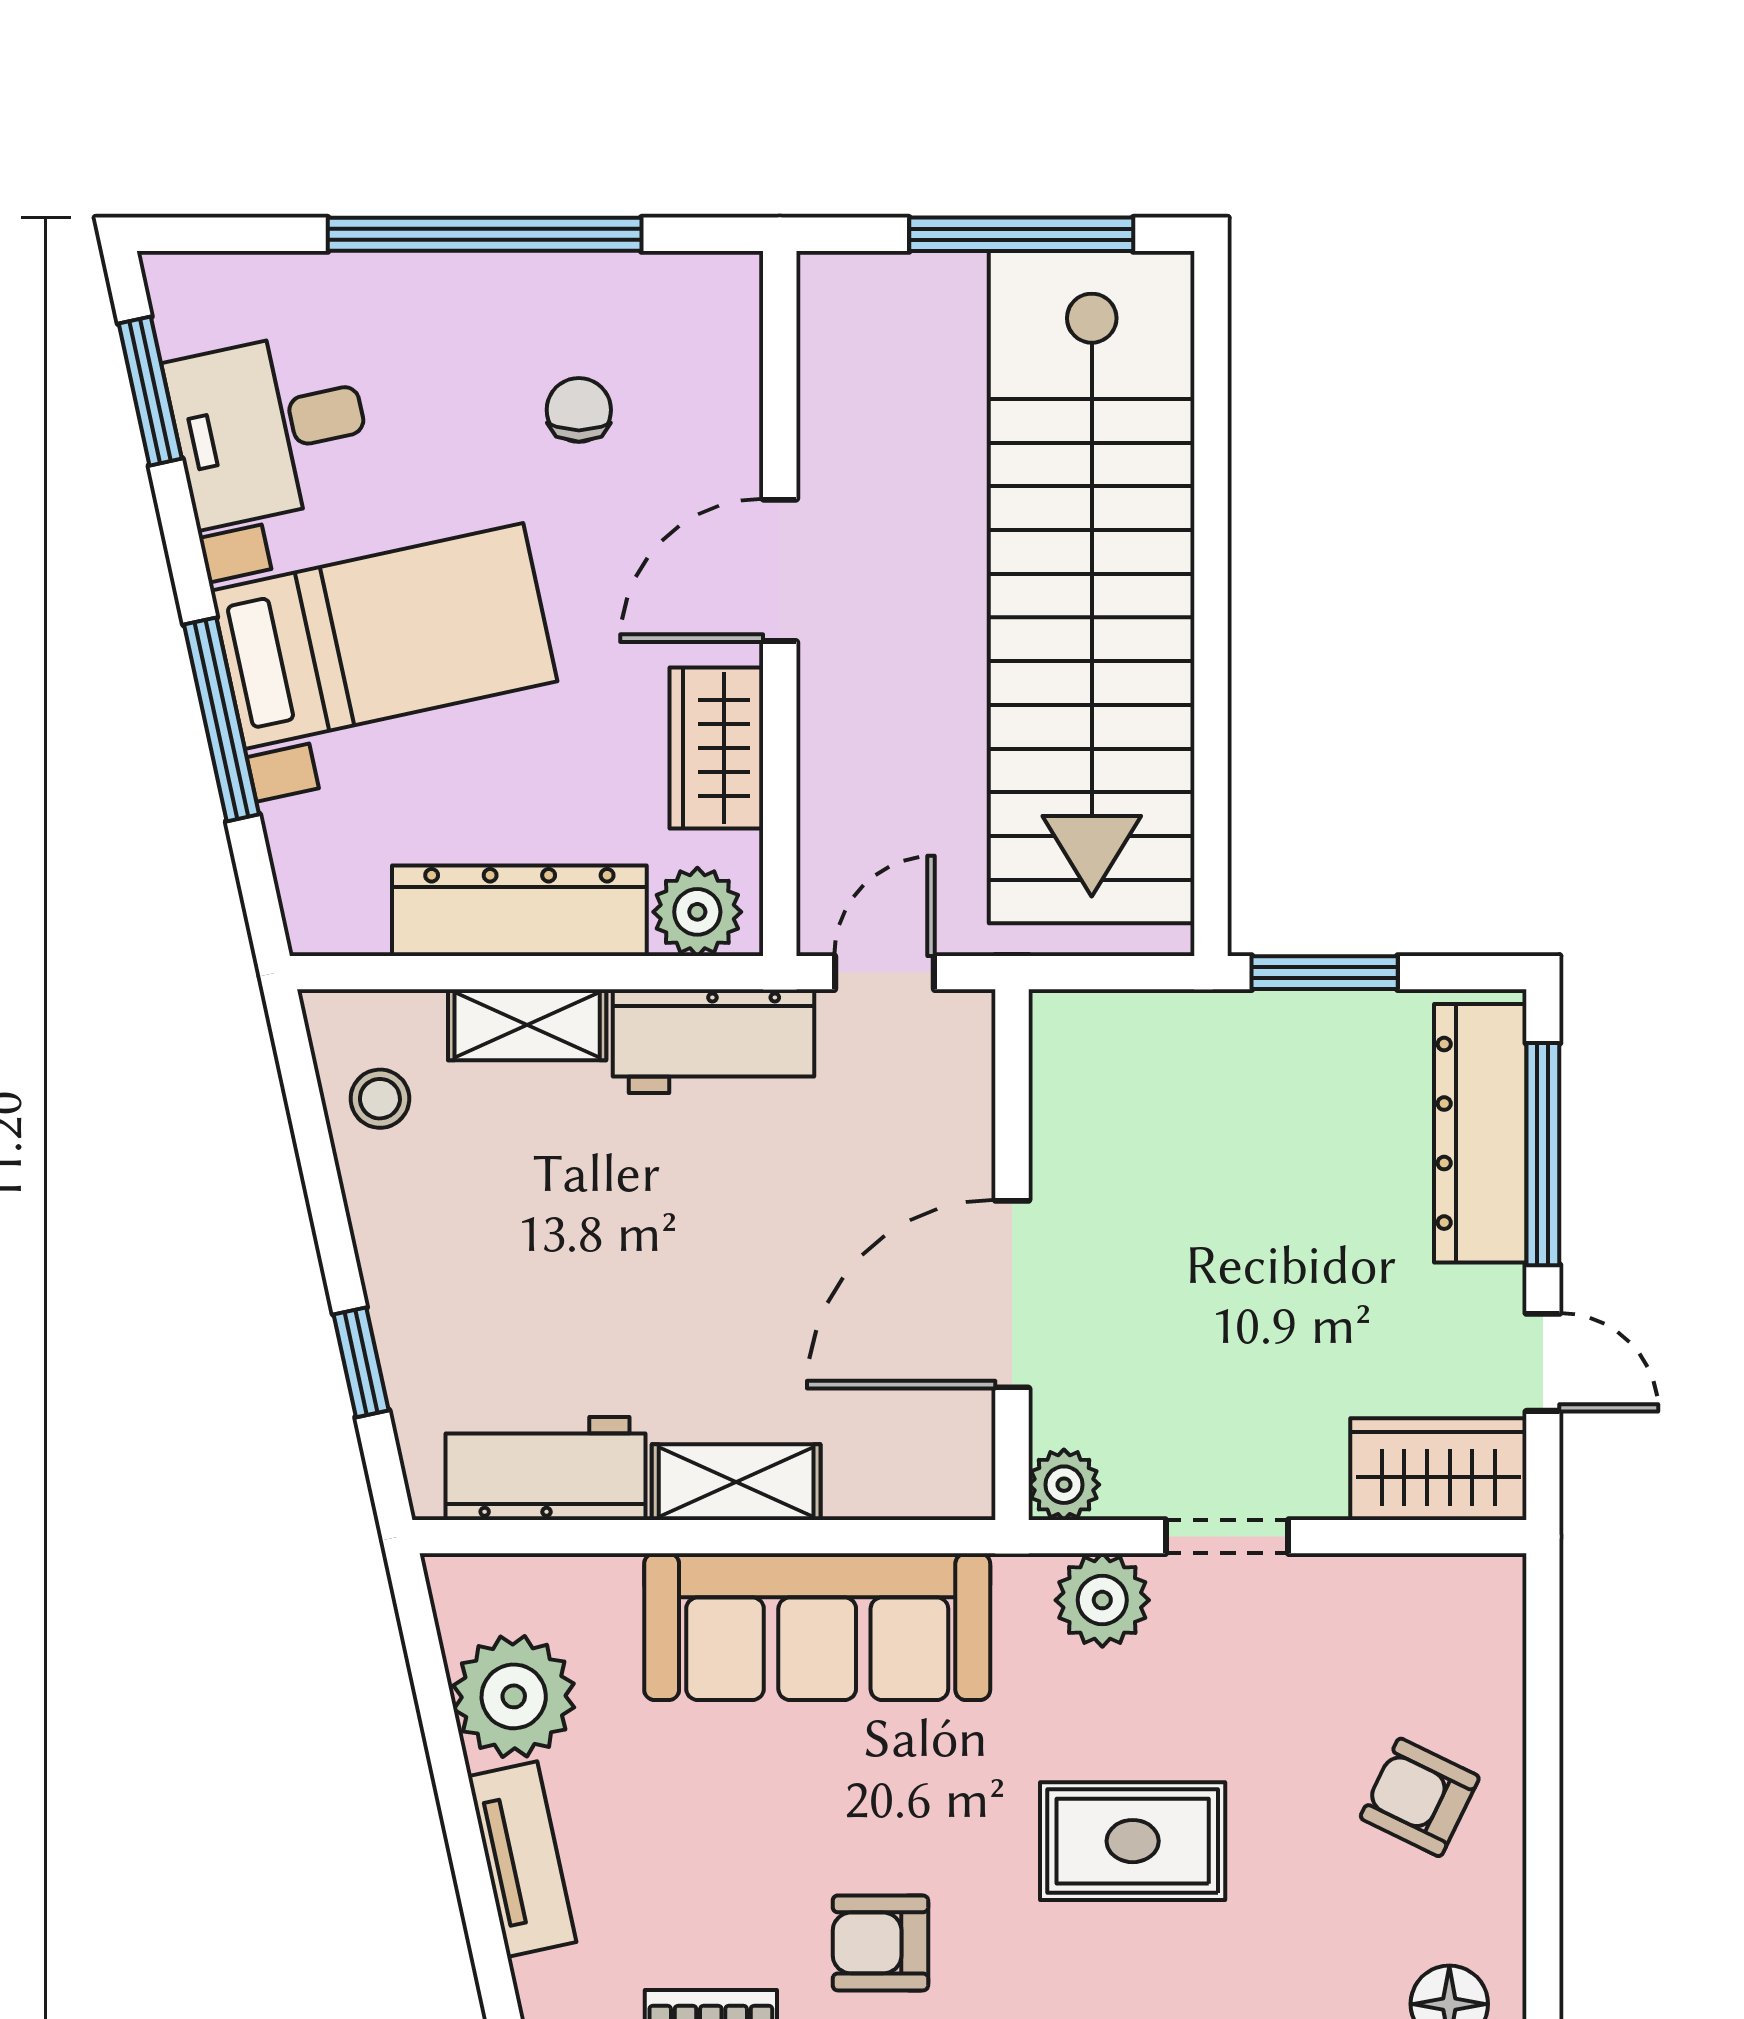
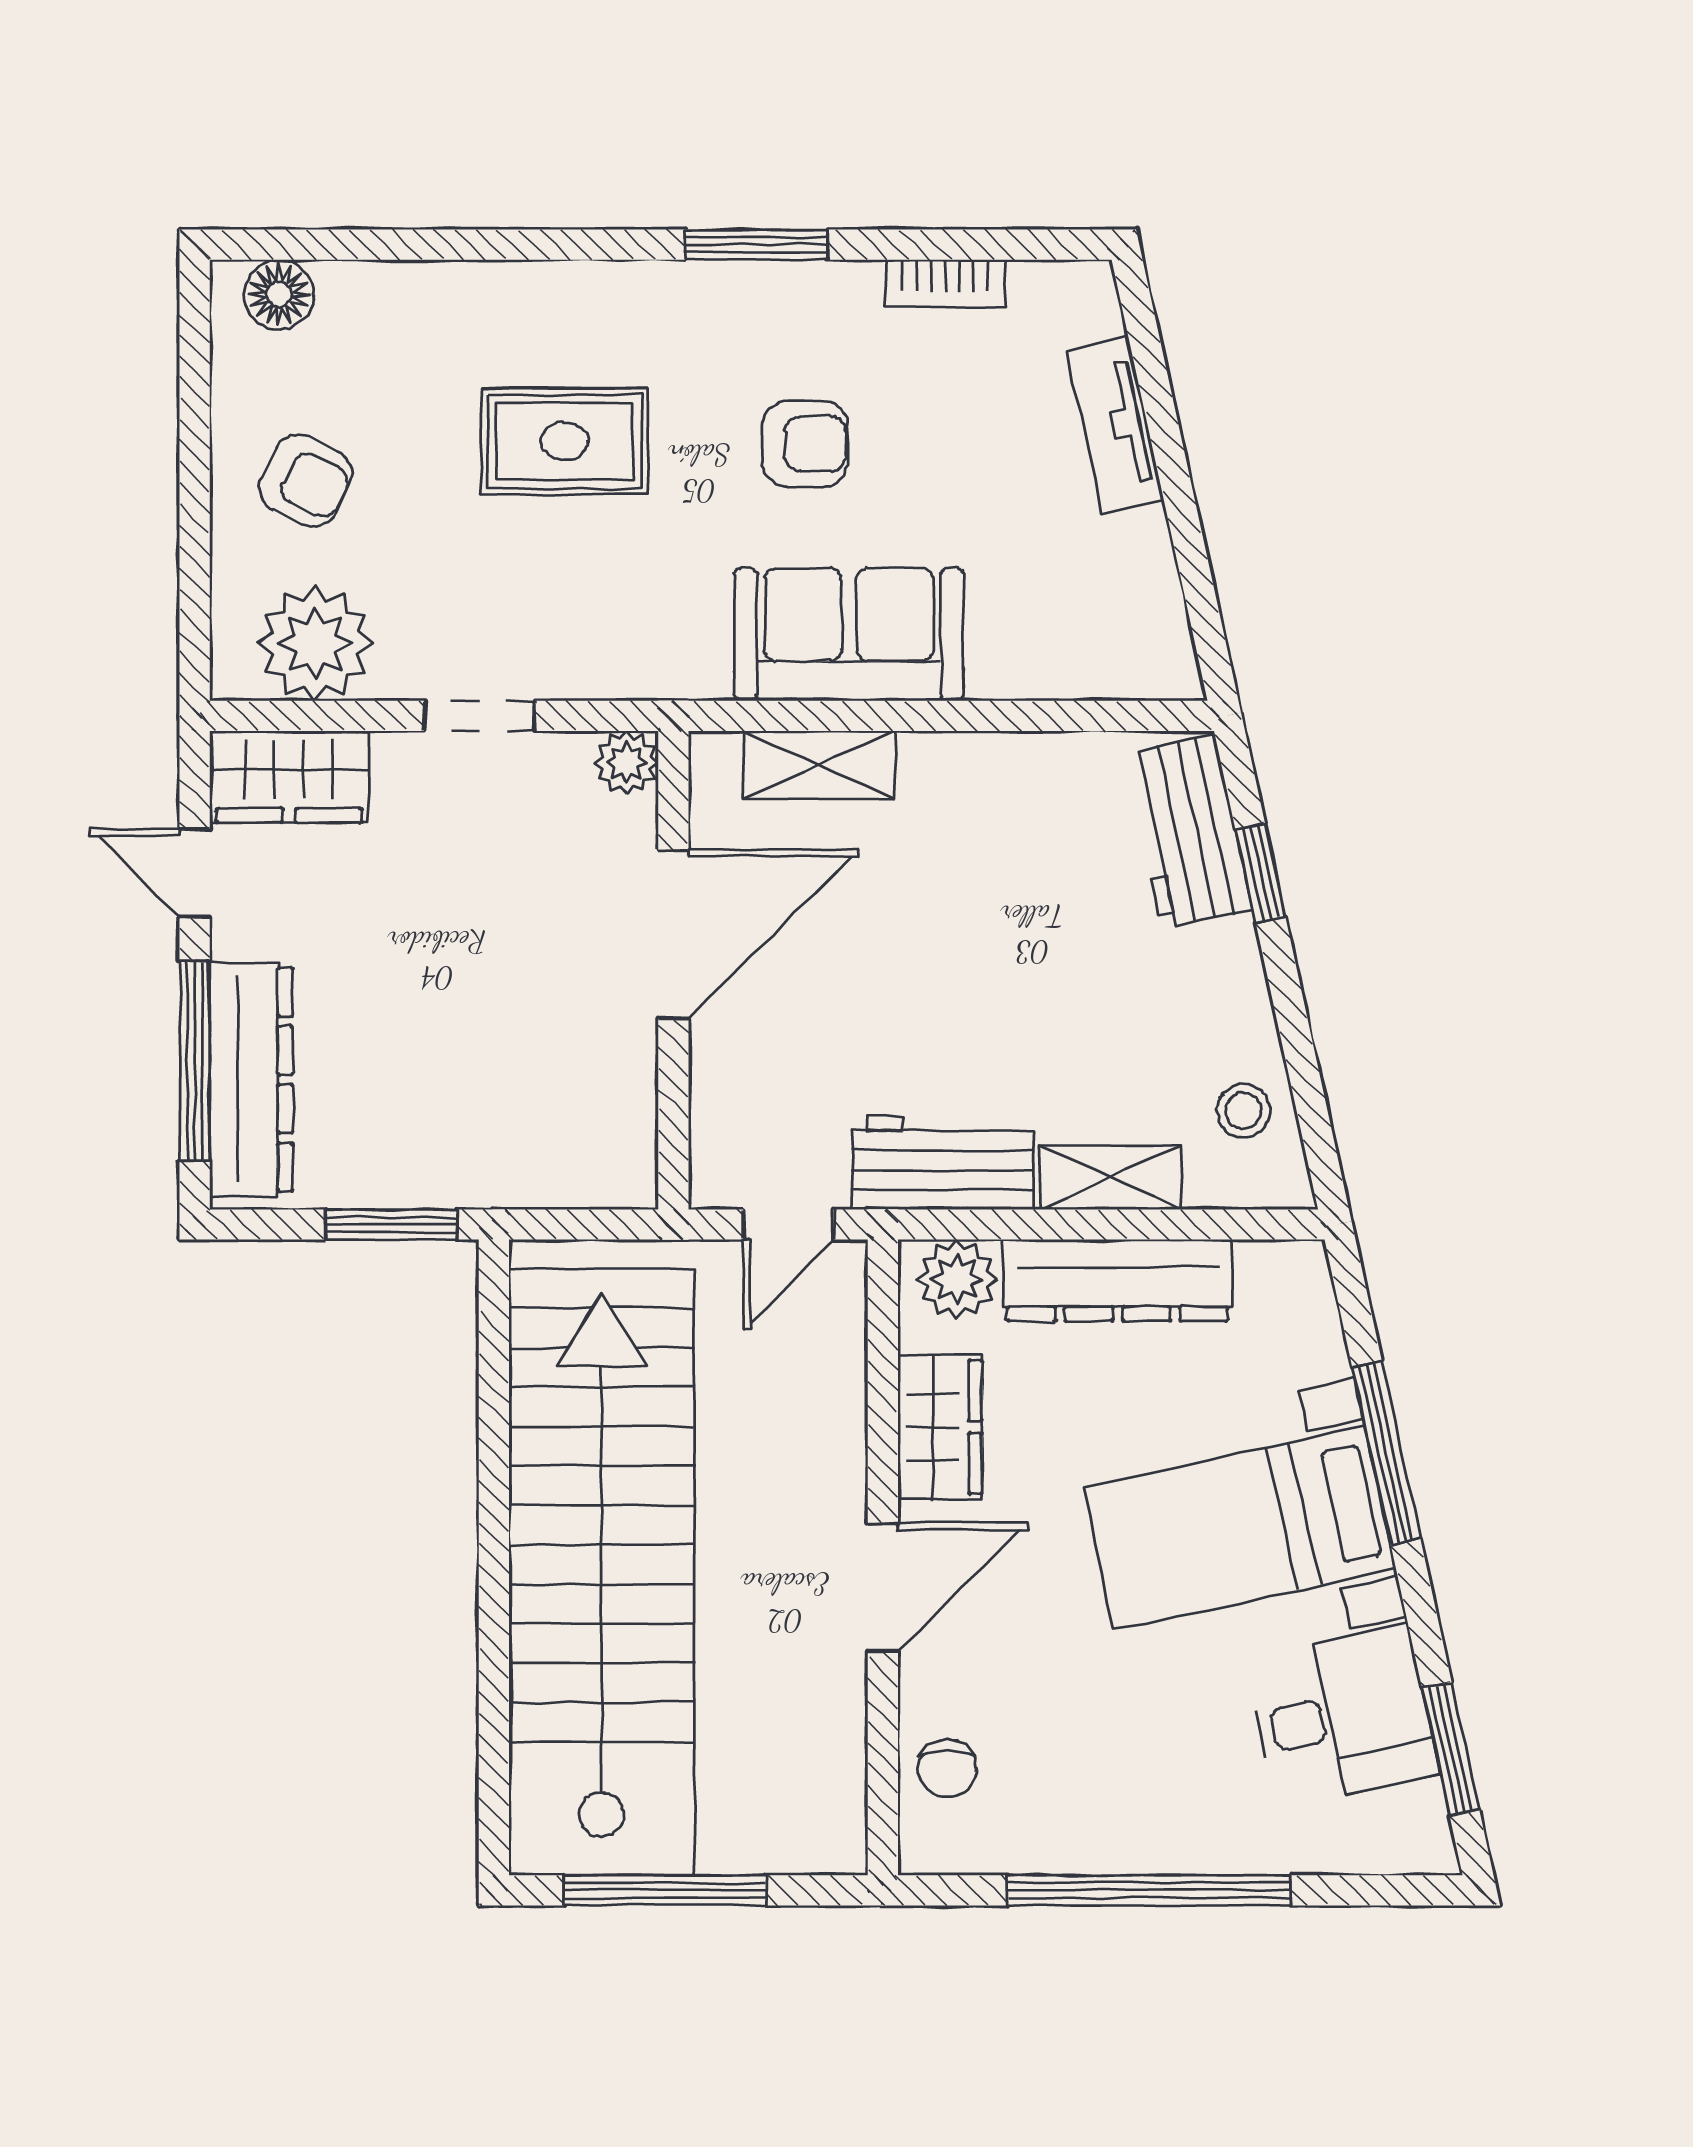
chair: (579, 410) -> (947, 1768), moved
workbench: (545, 1469) -> (1188, 831), moved, turned 78
shelving: (736, 1482) -> (819, 765), moved
plant: (1102, 1600) -> (315, 643), moved, width x1.36, depth x1.36
sofa: (817, 1627) -> (849, 635), width x0.73
plant: (514, 1696) -> (1123, 572), removed
armchair: (880, 1943) -> (805, 444), moved

